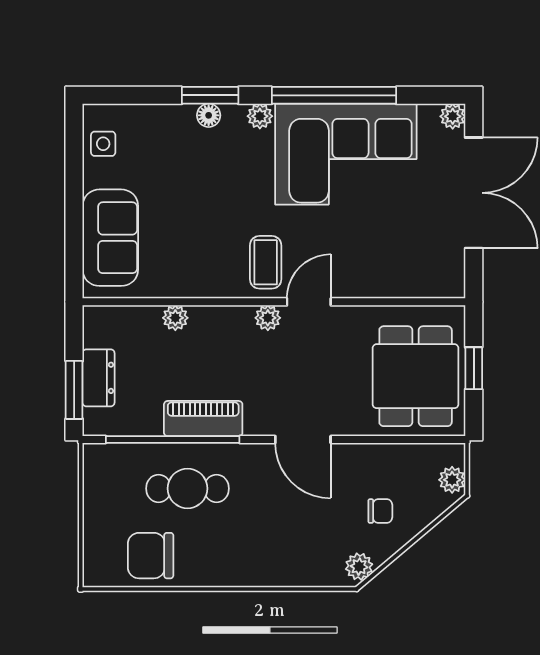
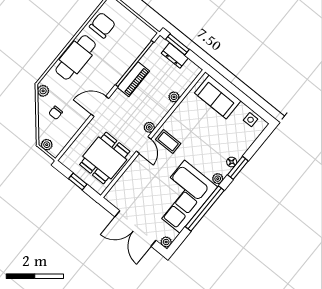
dining table: (416, 376) -> (105, 158), moved, turned 90
cafe table: (188, 488) -> (76, 57), moved, width x1.37, depth x1.35

